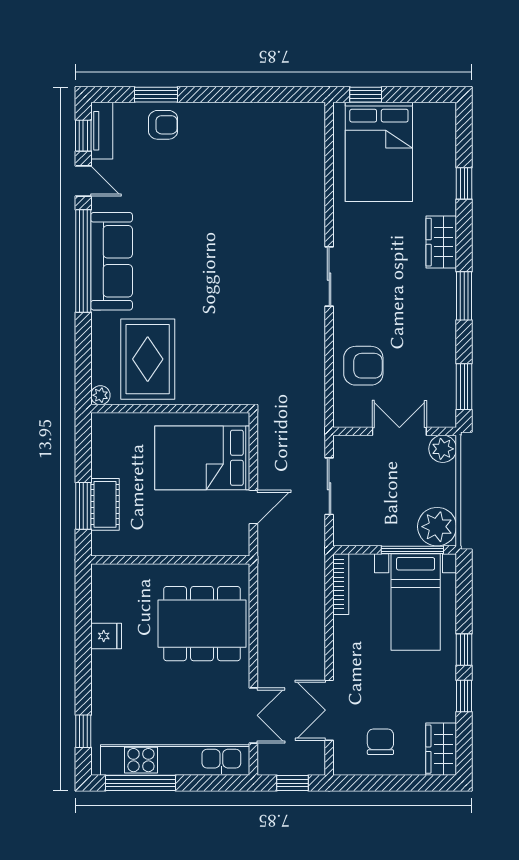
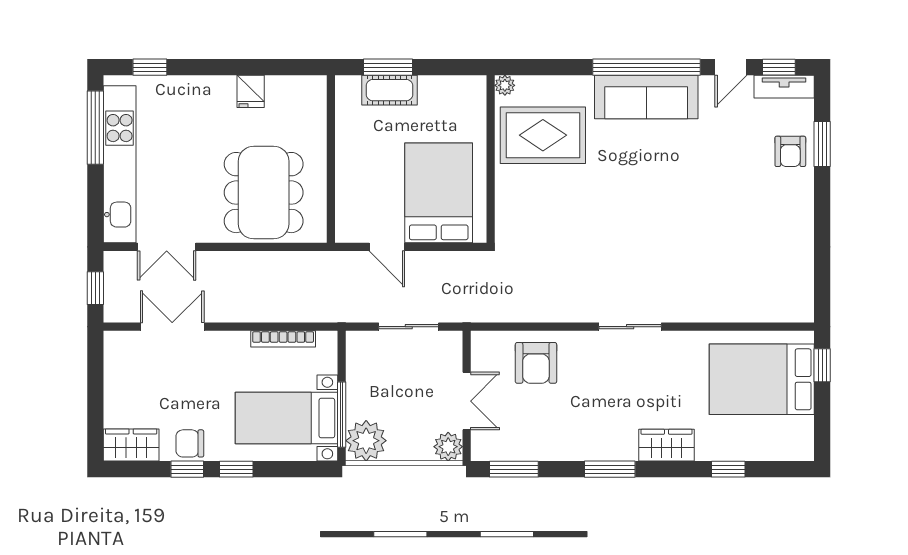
bookcase: (341, 584) -> (283, 339), moved
chair: (380, 742) -> (190, 443), moved, turned 180

